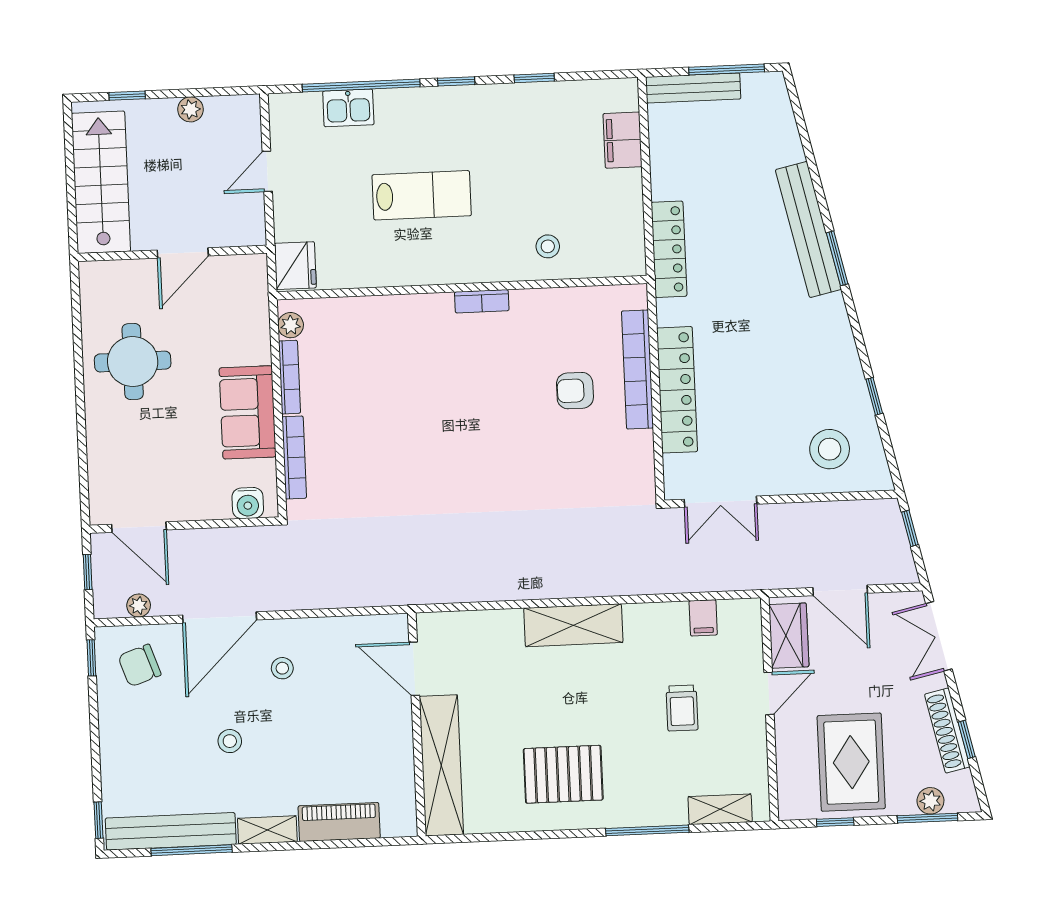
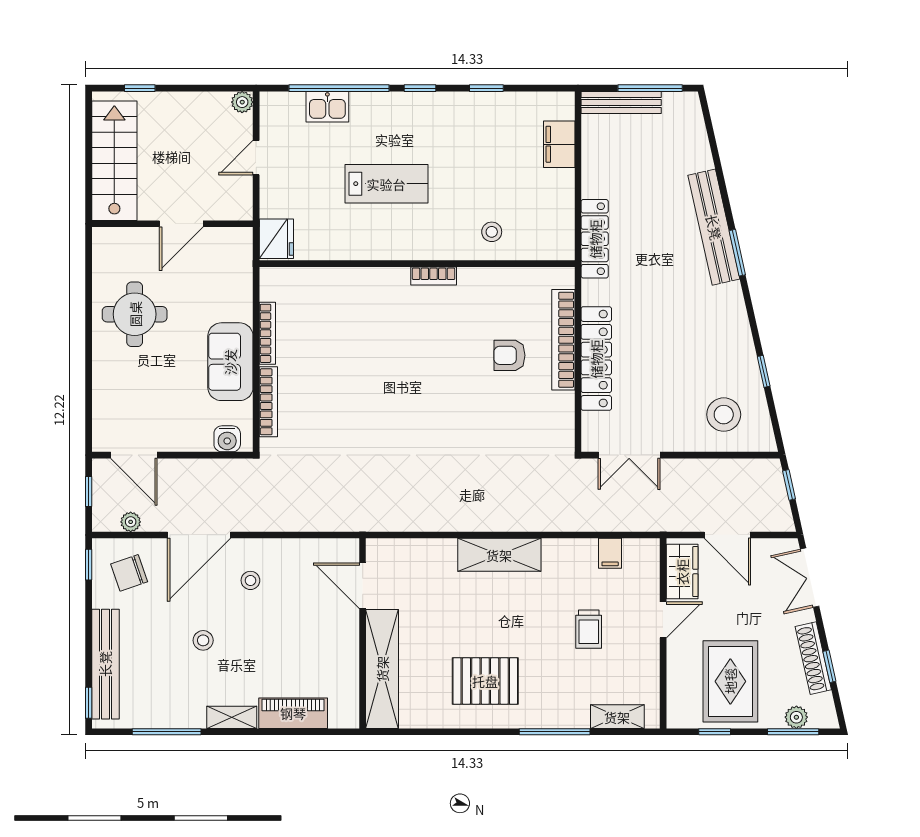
plant: (190, 109) -> (242, 102), moved
plant: (291, 325) -> (270, 289), removed
bench: (171, 831) -> (105, 664), moved, turned 90

